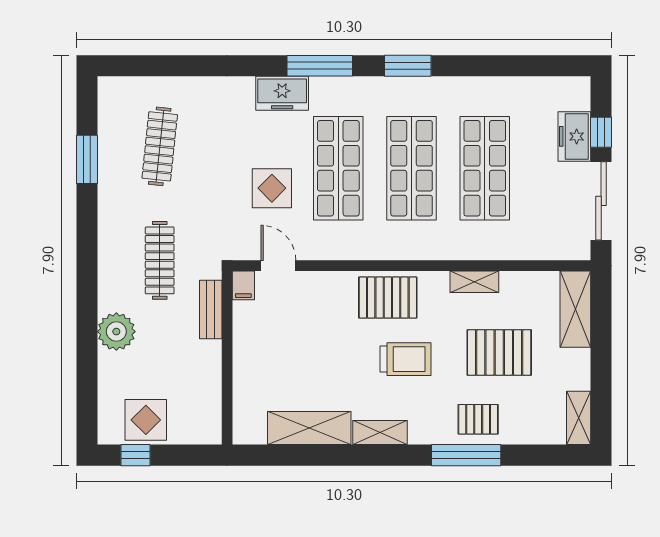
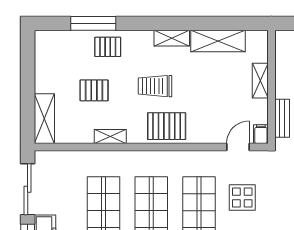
door: (278, 266) -> (238, 147), swing flipped
pallet: (499, 352) -> (94, 90), width x0.67, depth x0.71
shelving: (579, 418) -> (260, 81), moved
window: (466, 455) -> (93, 23), moved

